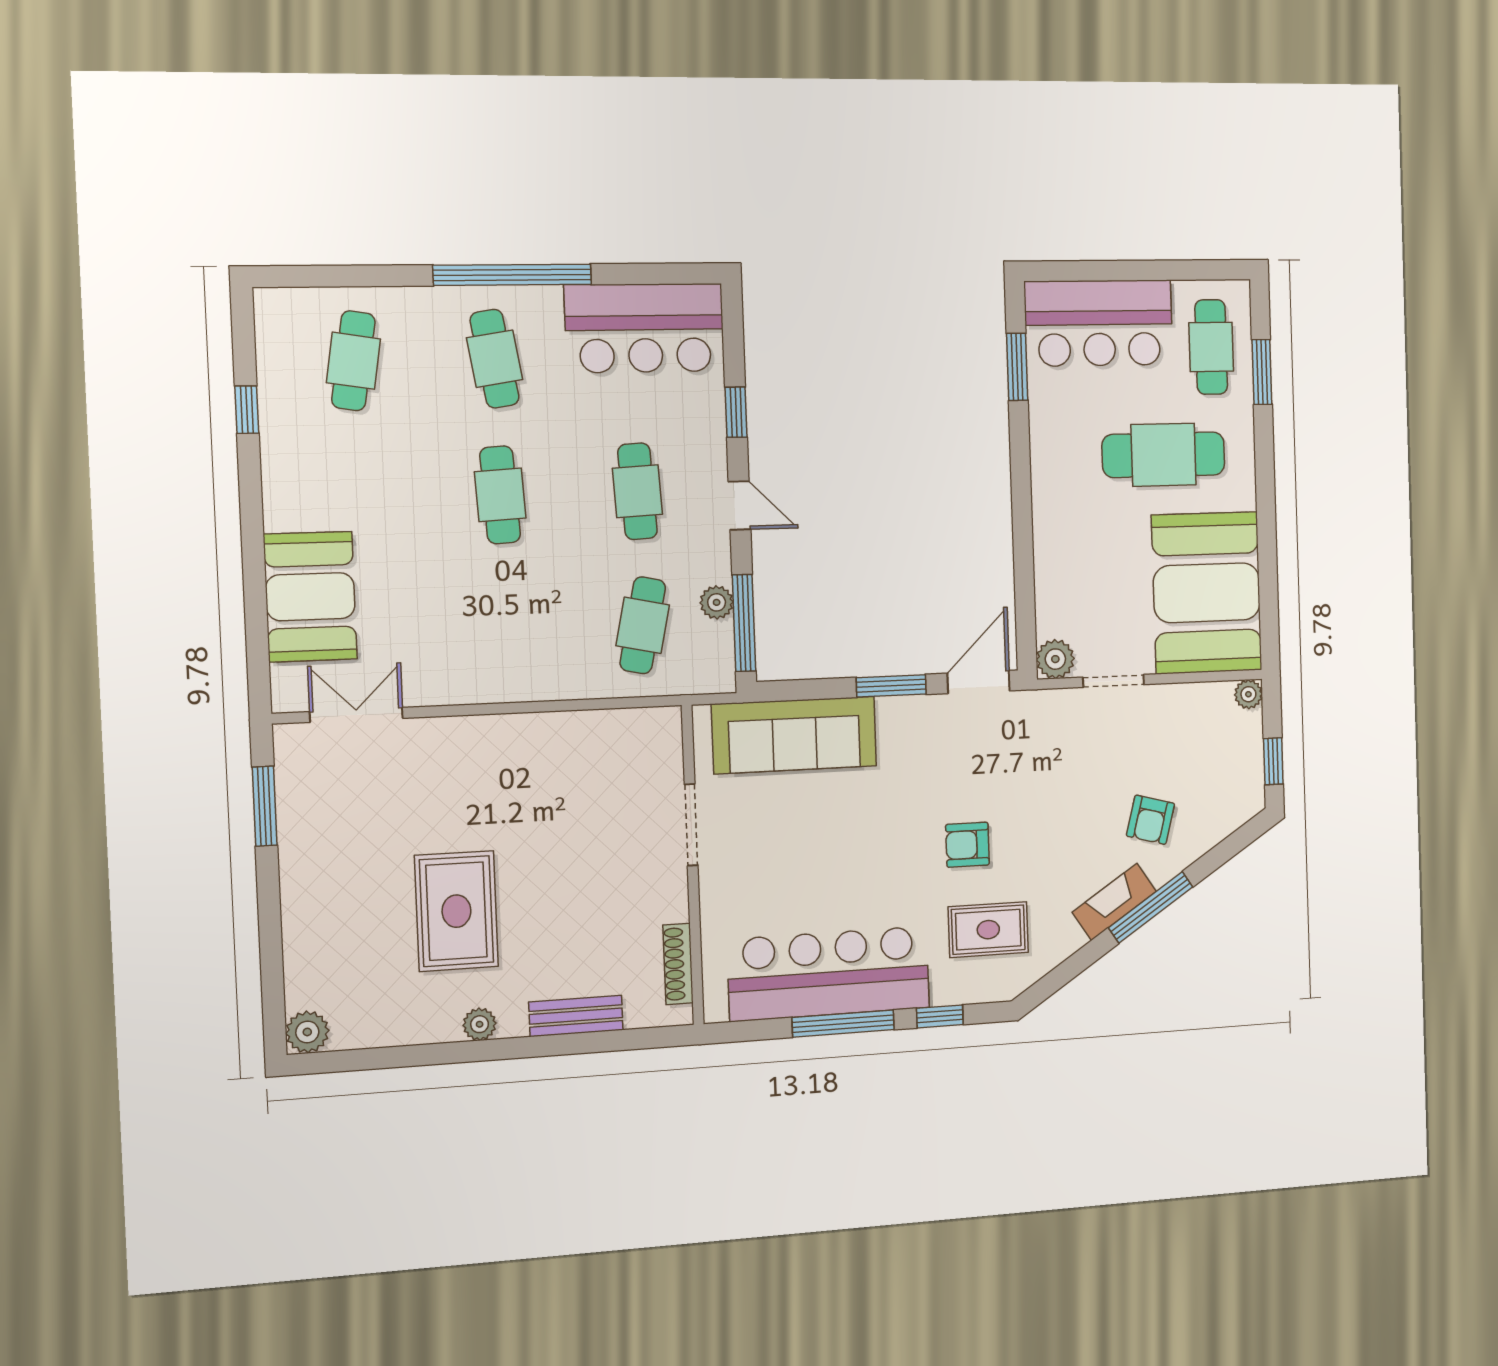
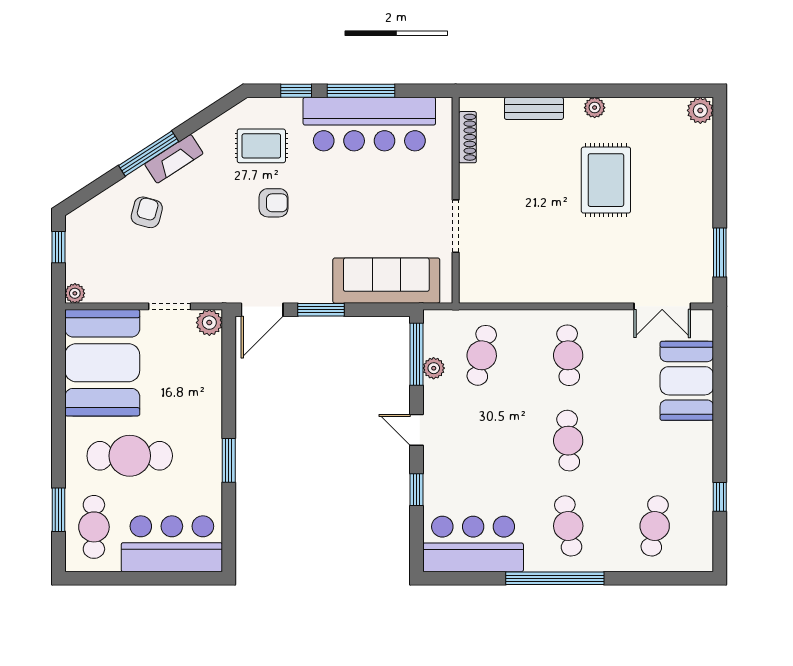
window: (1017, 367) -> (229, 460), moved
cafe table: (637, 491) -> (568, 355), moved

